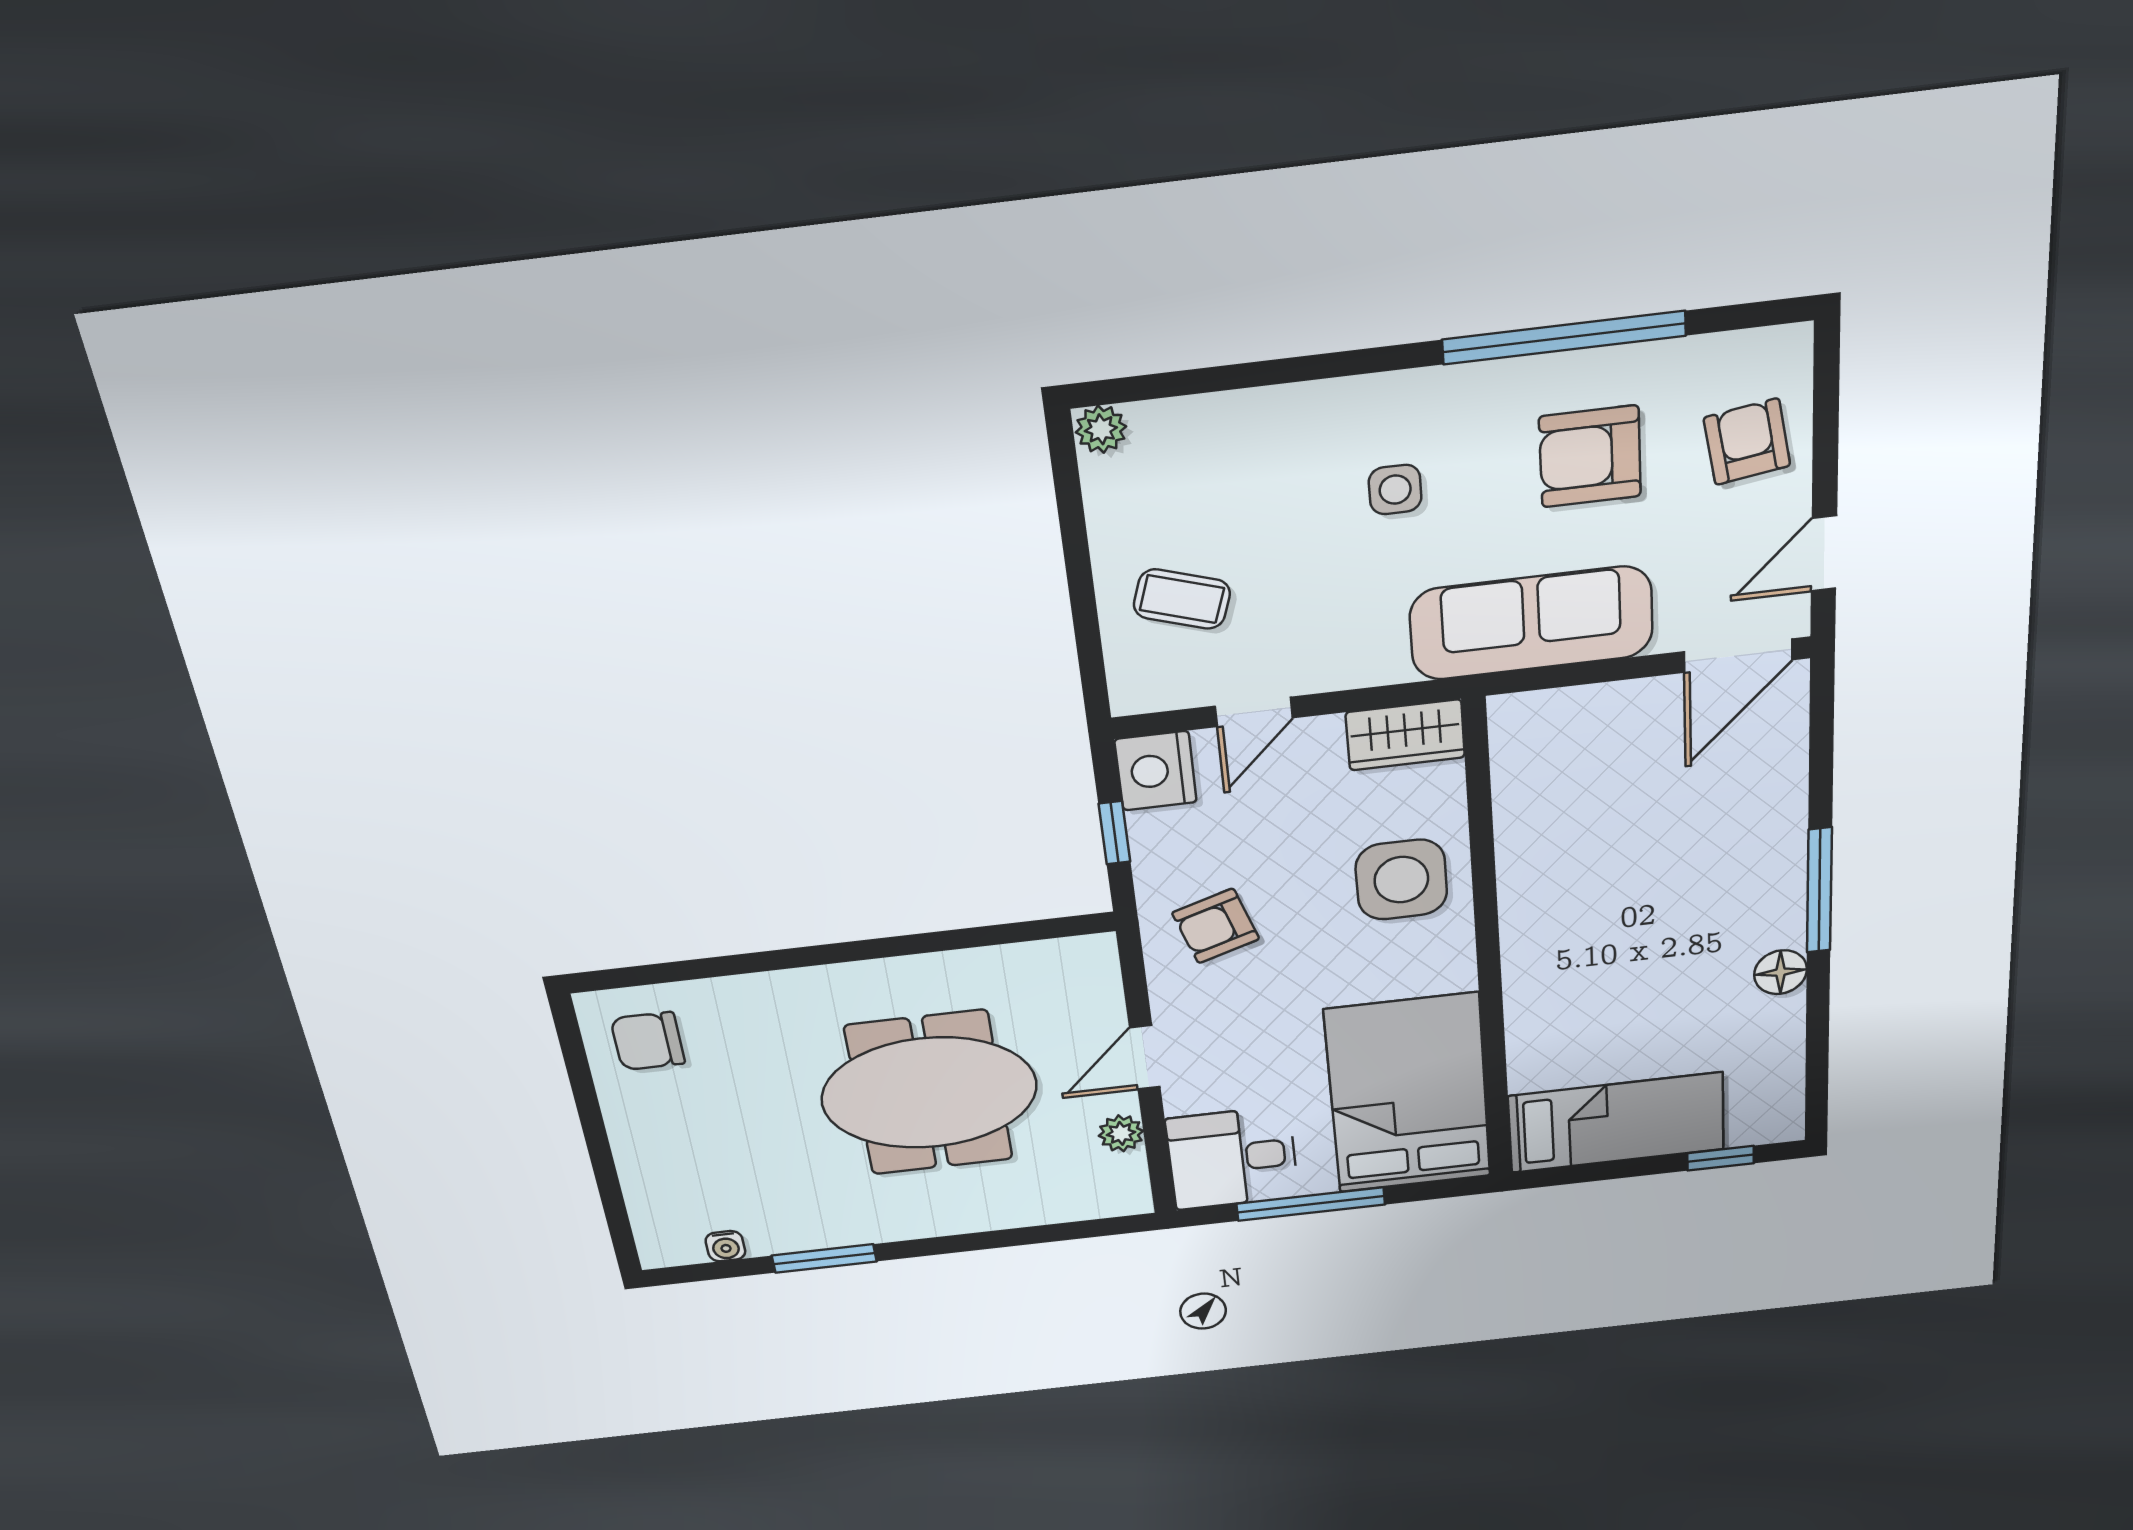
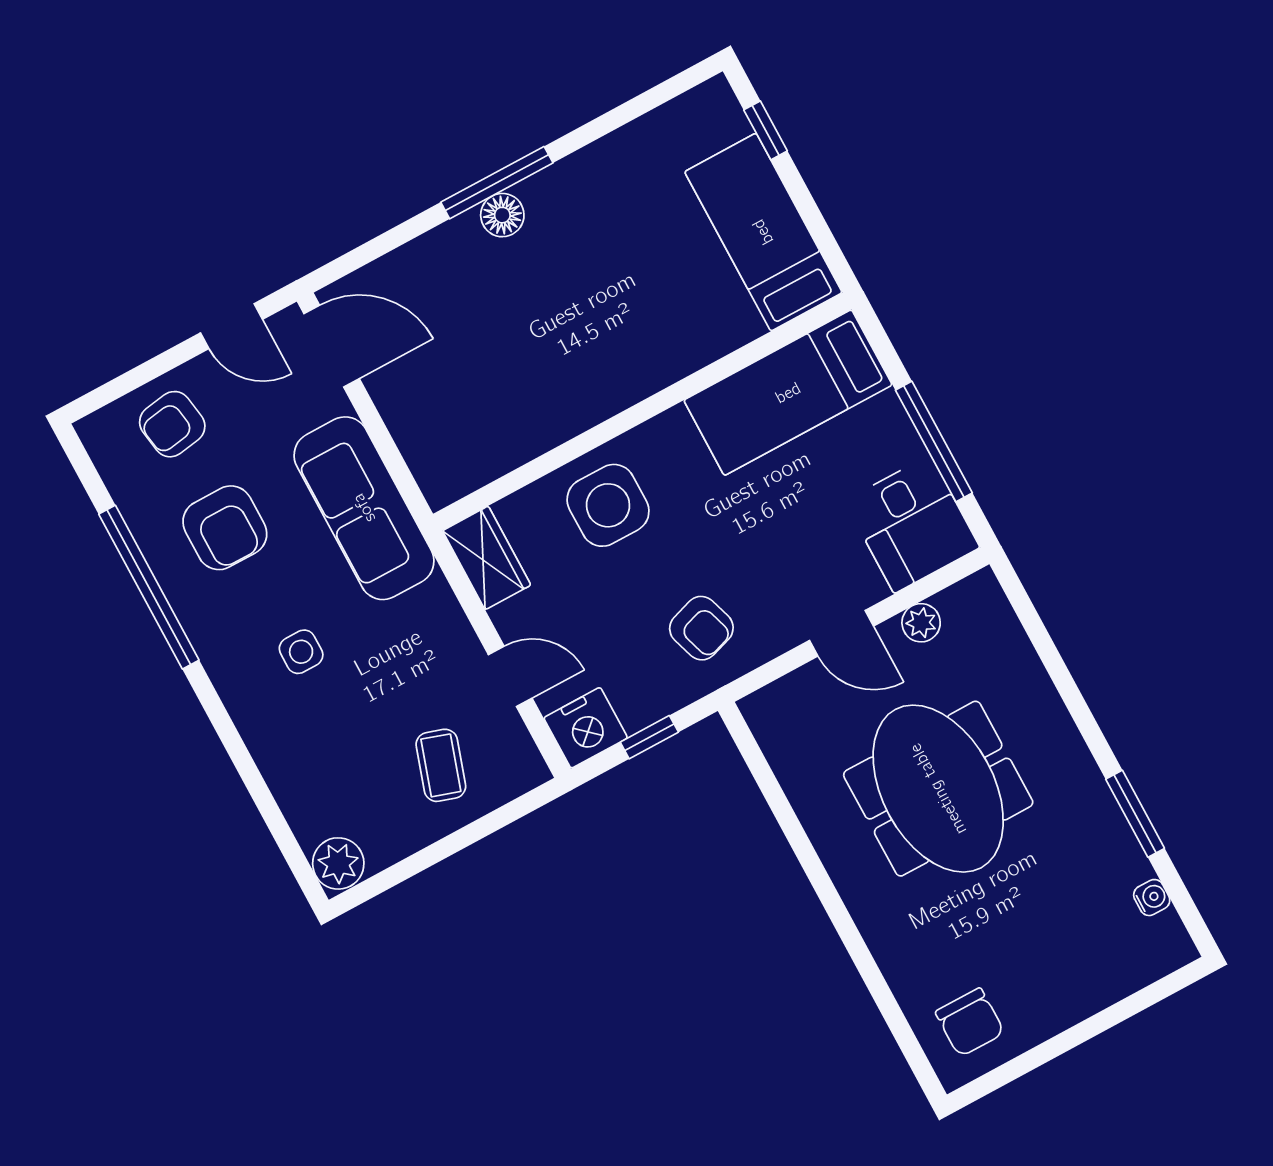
plant: (1101, 429) -> (338, 863), width x1.38, depth x1.38
floor lamp: (1781, 972) -> (502, 215), moved
bed: (1408, 1094) -> (788, 393), width x0.67

